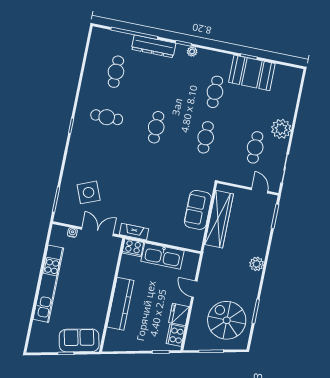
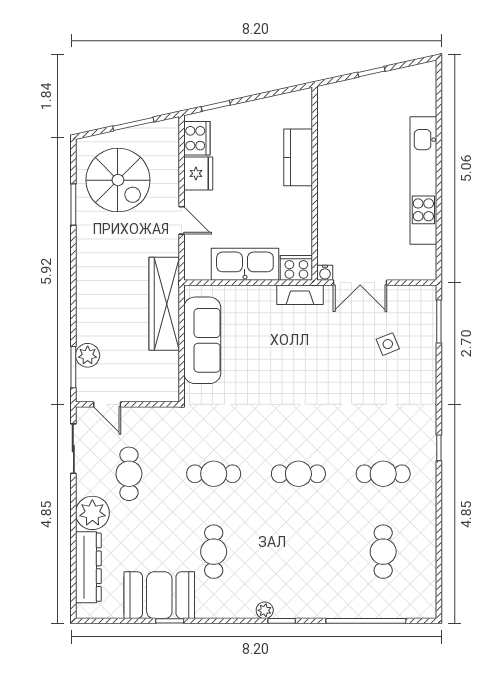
dresser: (154, 46) -> (88, 567), moved, turned 90
cafe table: (156, 127) -> (298, 474), turned 90
cafe table: (206, 137) -> (214, 474), turned 90
side table: (89, 192) -> (388, 344), width x0.54, depth x0.54
sofa: (198, 210) -> (202, 340), width x1.36
wardrobe: (219, 219) -> (164, 304), moved
water cooler: (72, 233) -> (325, 273), moved
plant: (257, 264) -> (88, 355), moved
kitchen counter: (120, 304) -> (298, 157), width x0.67
sofa: (79, 340) -> (354, 97), removed

